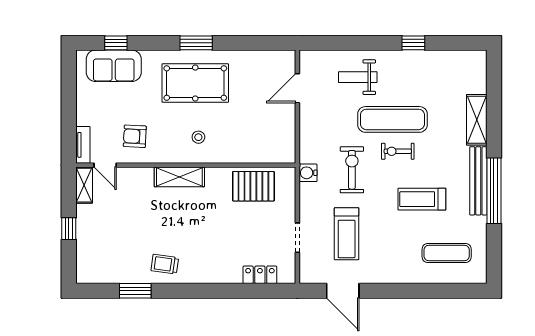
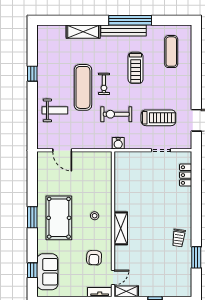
weight bench: (358, 77) -> (55, 110), turned -90
pallet: (253, 186) -> (127, 179), removed

